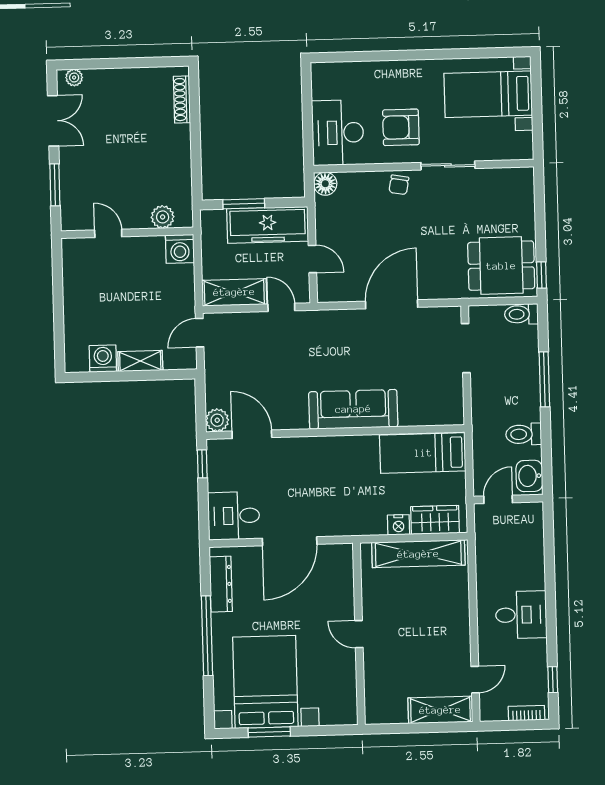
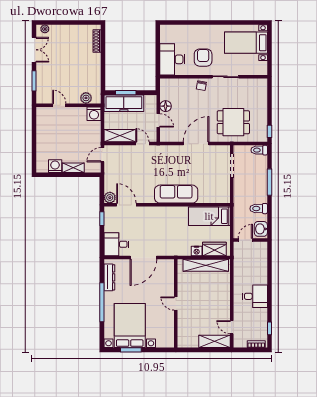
armchair: (401, 127) -> (203, 58), turned 90
floor lamp: (325, 184) -> (166, 106), moved
freezer: (268, 225) -> (124, 103), moved
dining table: (501, 266) -> (233, 122), moved
door: (475, 680) -> (232, 327), swing flipped

